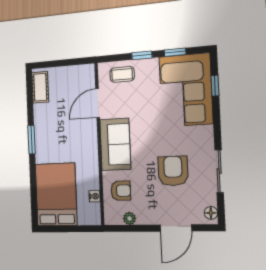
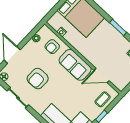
door: (98, 103) -> (102, 76), swing flipped
armchair: (173, 171) -> (38, 79), turned 90

